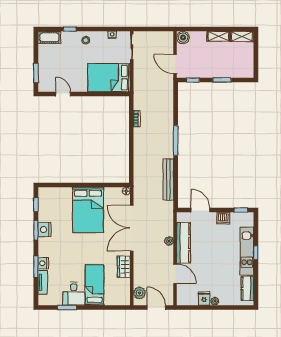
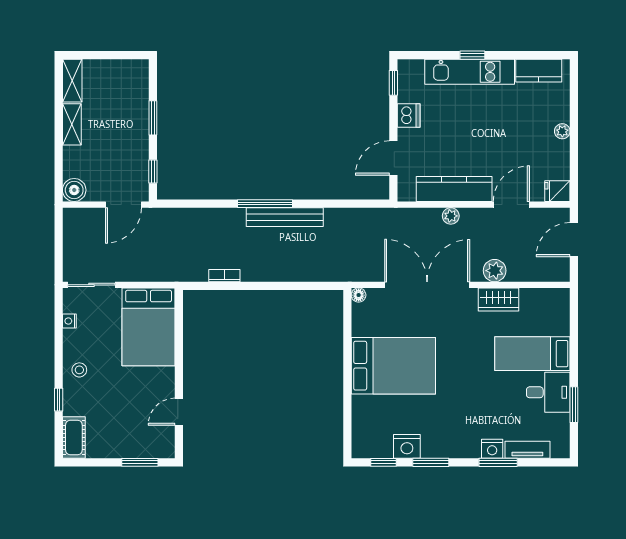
bench: (168, 179) -> (285, 217), moved
double door: (132, 228) -> (427, 285), swing flipped
nightstand: (44, 230) -> (407, 446), moved
plant: (139, 293) -> (495, 271), moved
fridge: (204, 299) -> (557, 191), moved

